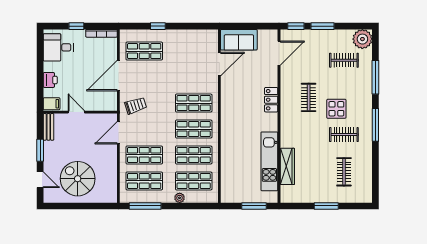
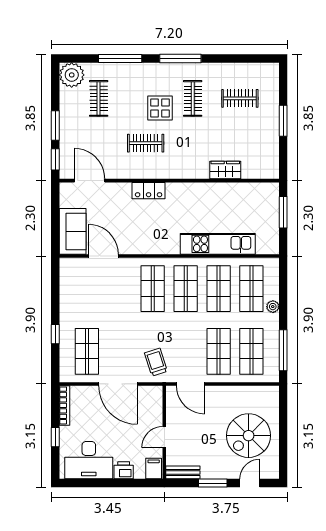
desk: (58, 47) -> (89, 460), width x1.37
kitchen unit: (269, 161) -> (218, 244), moved, turned 180
wardrobe: (287, 166) -> (225, 170), width x0.67

